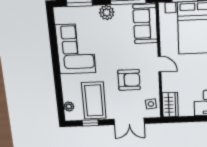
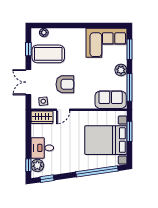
corner sofa: (76, 49) -> (106, 43), moved
door: (160, 64) -> (63, 110), moved
armchair: (129, 80) -> (65, 84), turned -90

